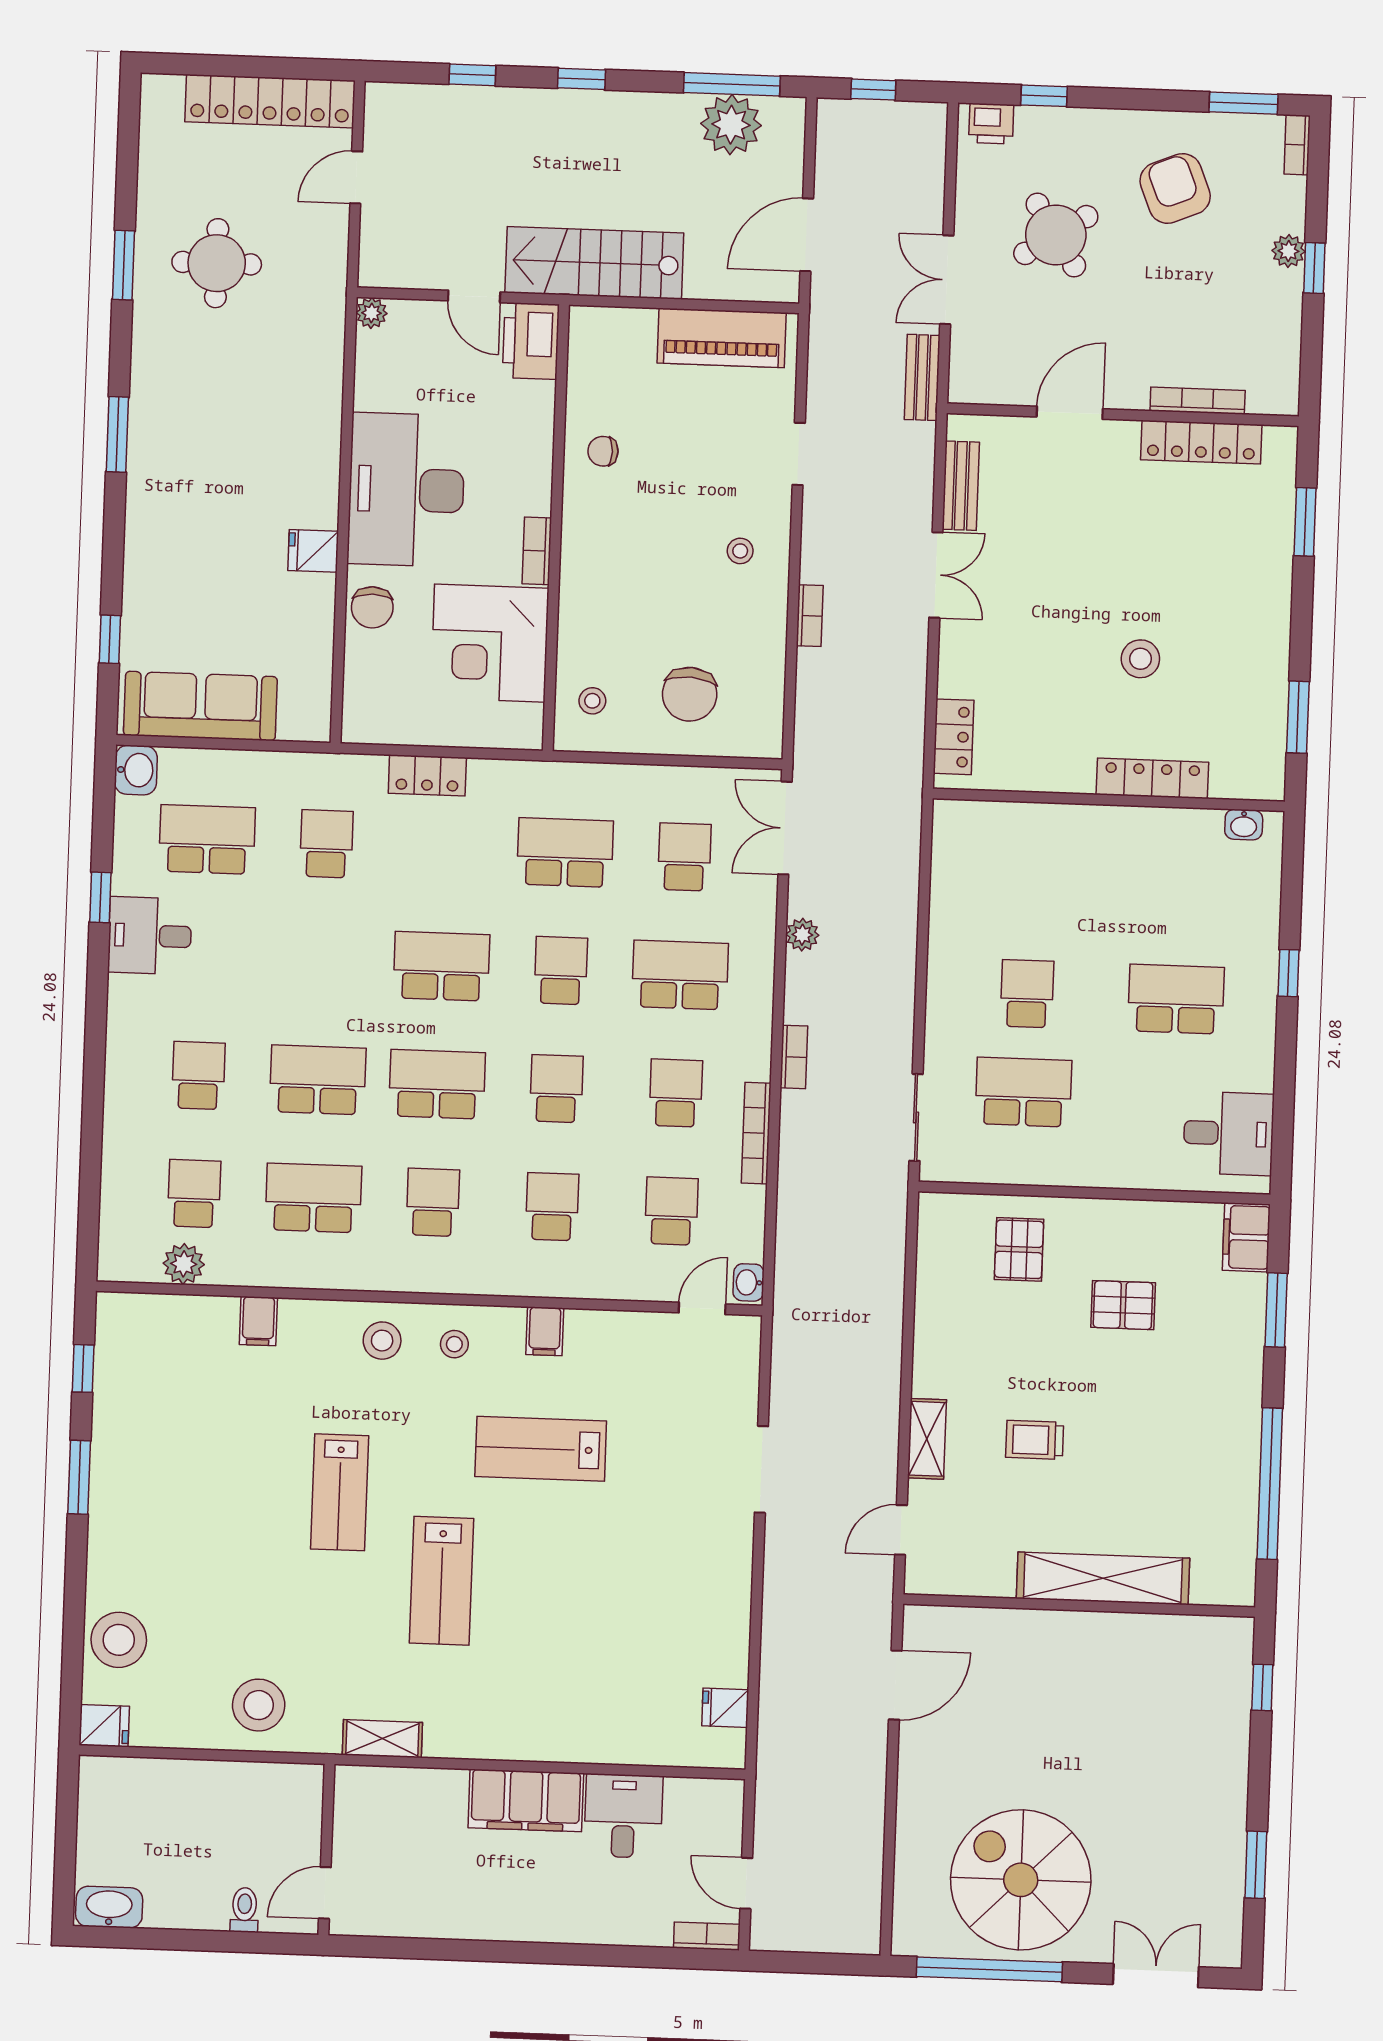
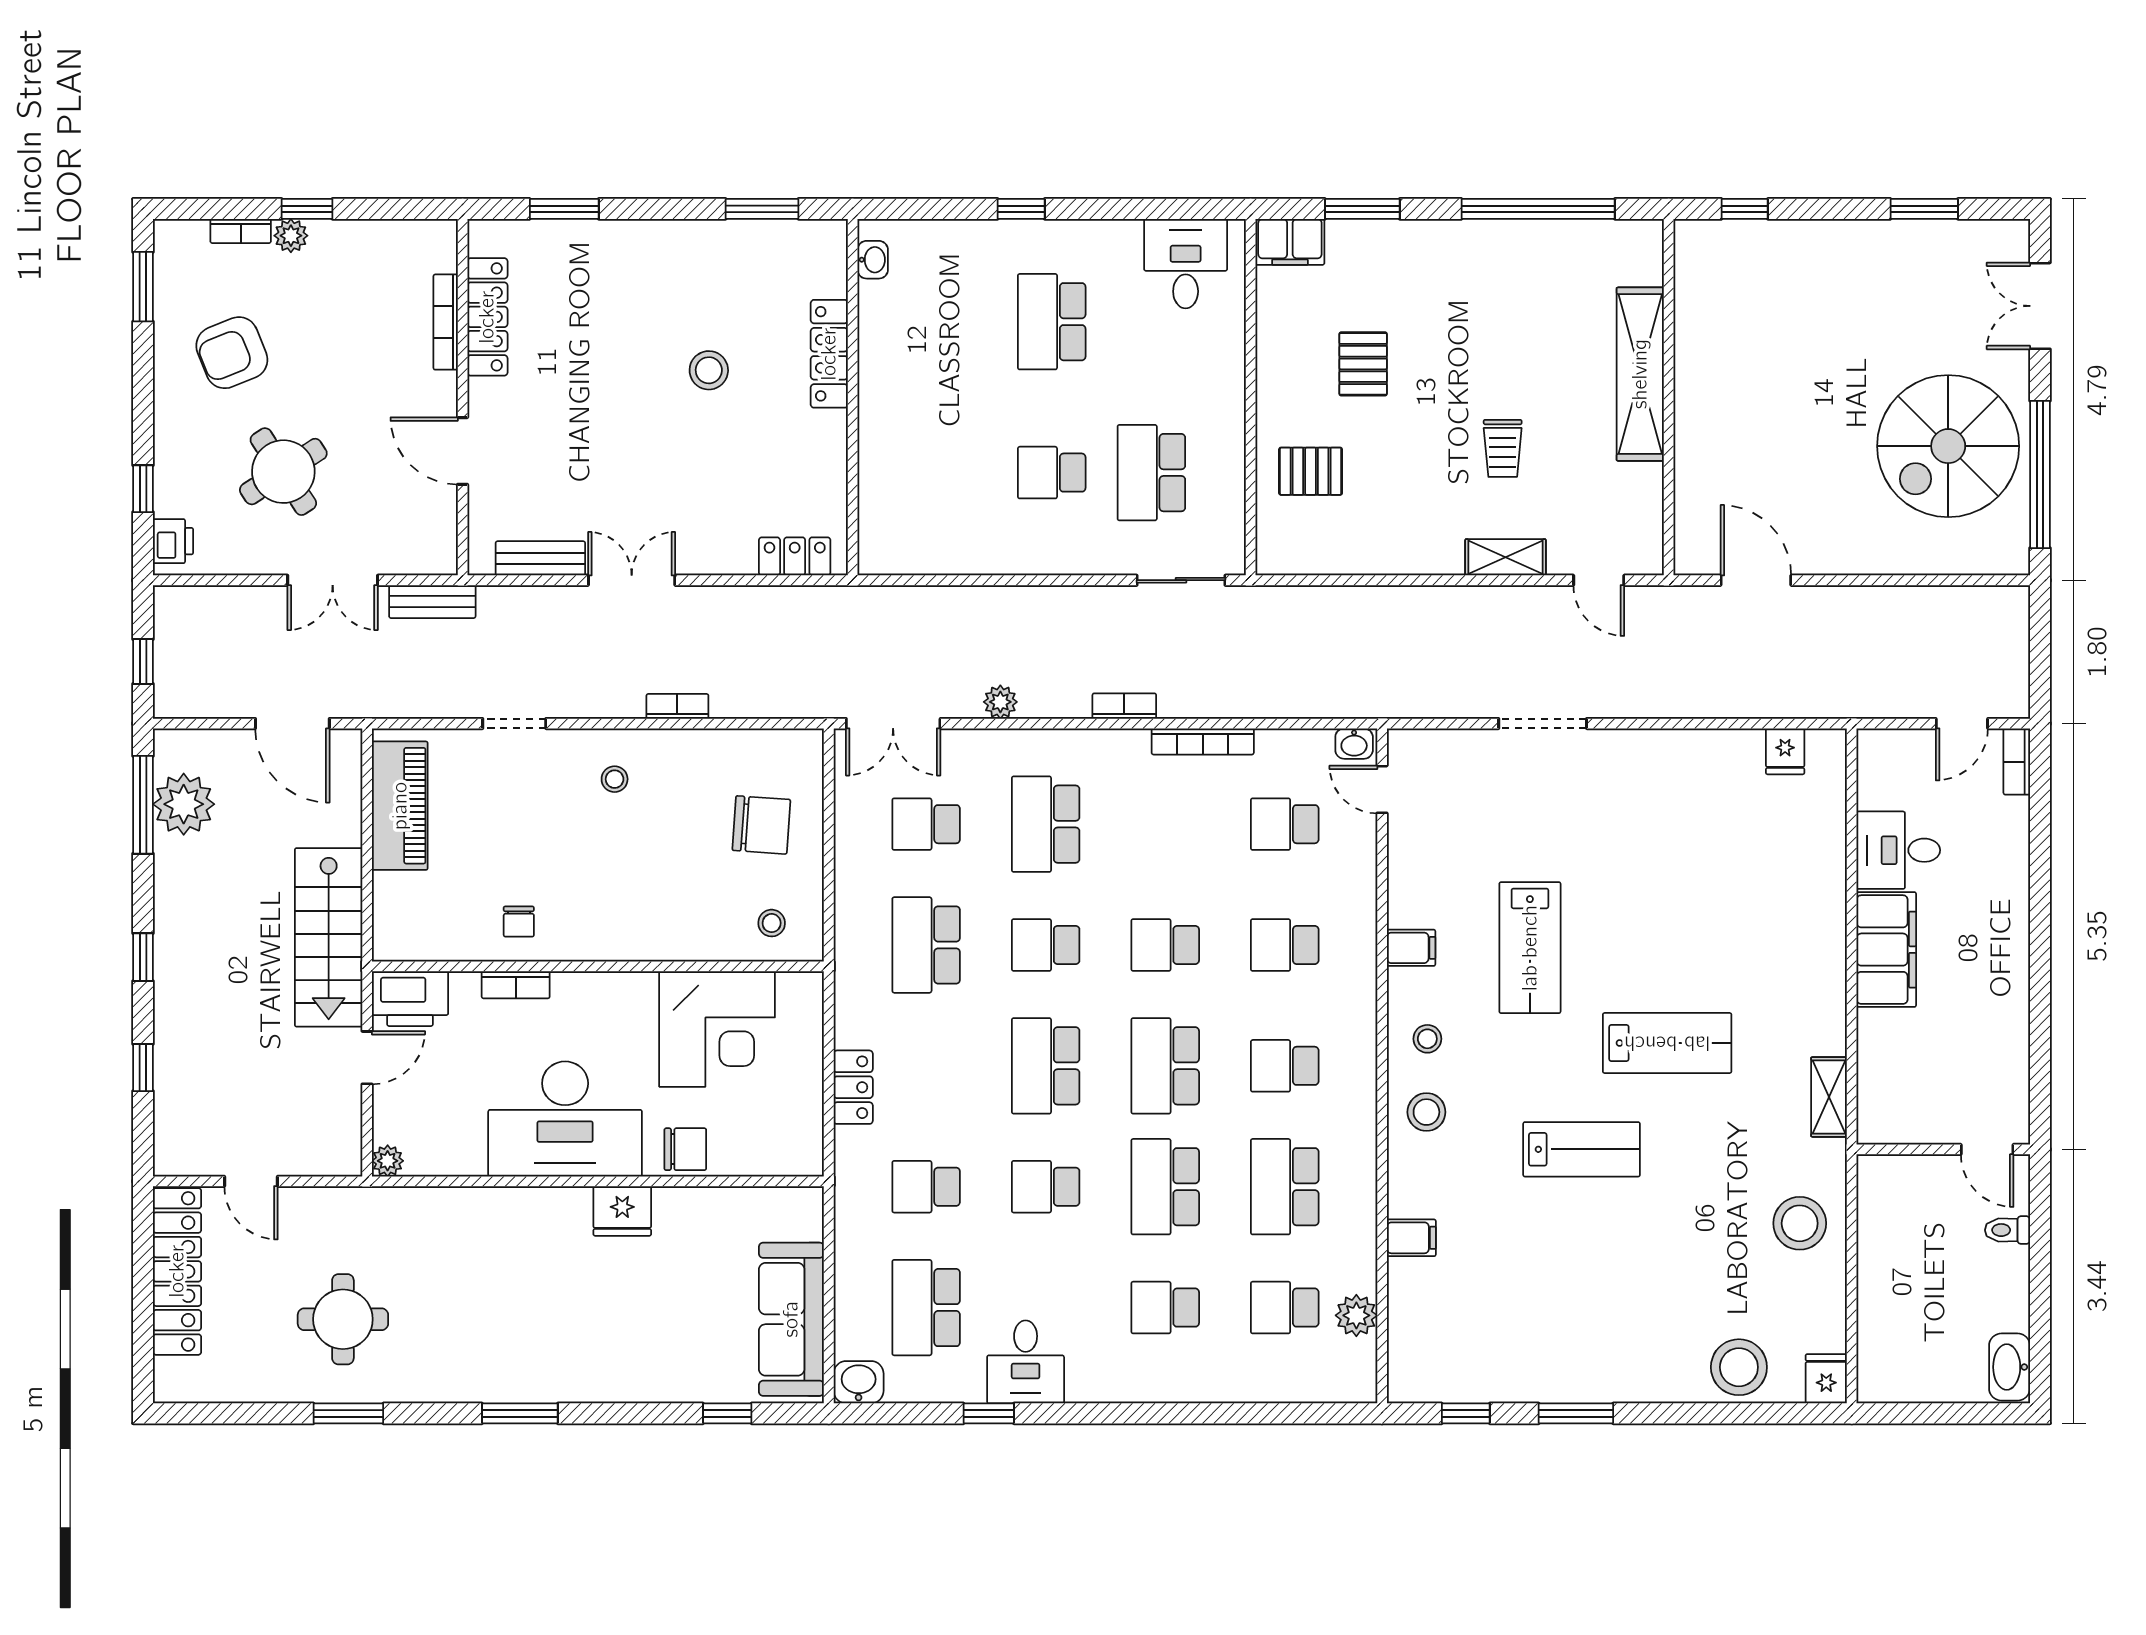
bookcase: (1297, 145) -> (241, 231), moved
fridge: (313, 551) -> (622, 1211), width x1.38
bookcase: (537, 551) -> (516, 985), moved
school desk: (676, 1093) -> (1046, 1187), moved

